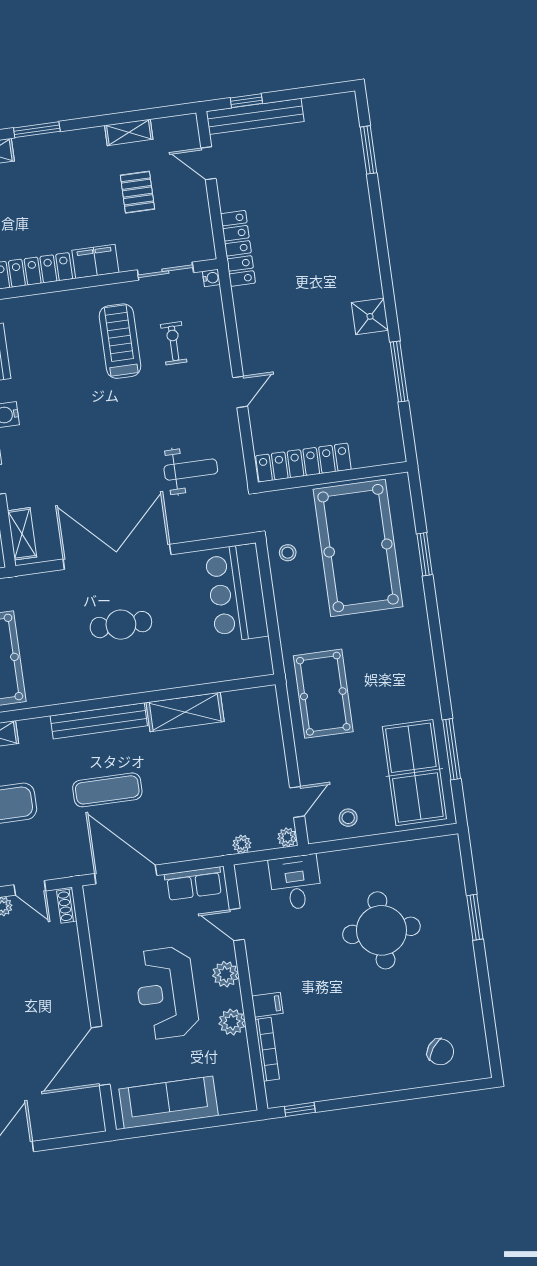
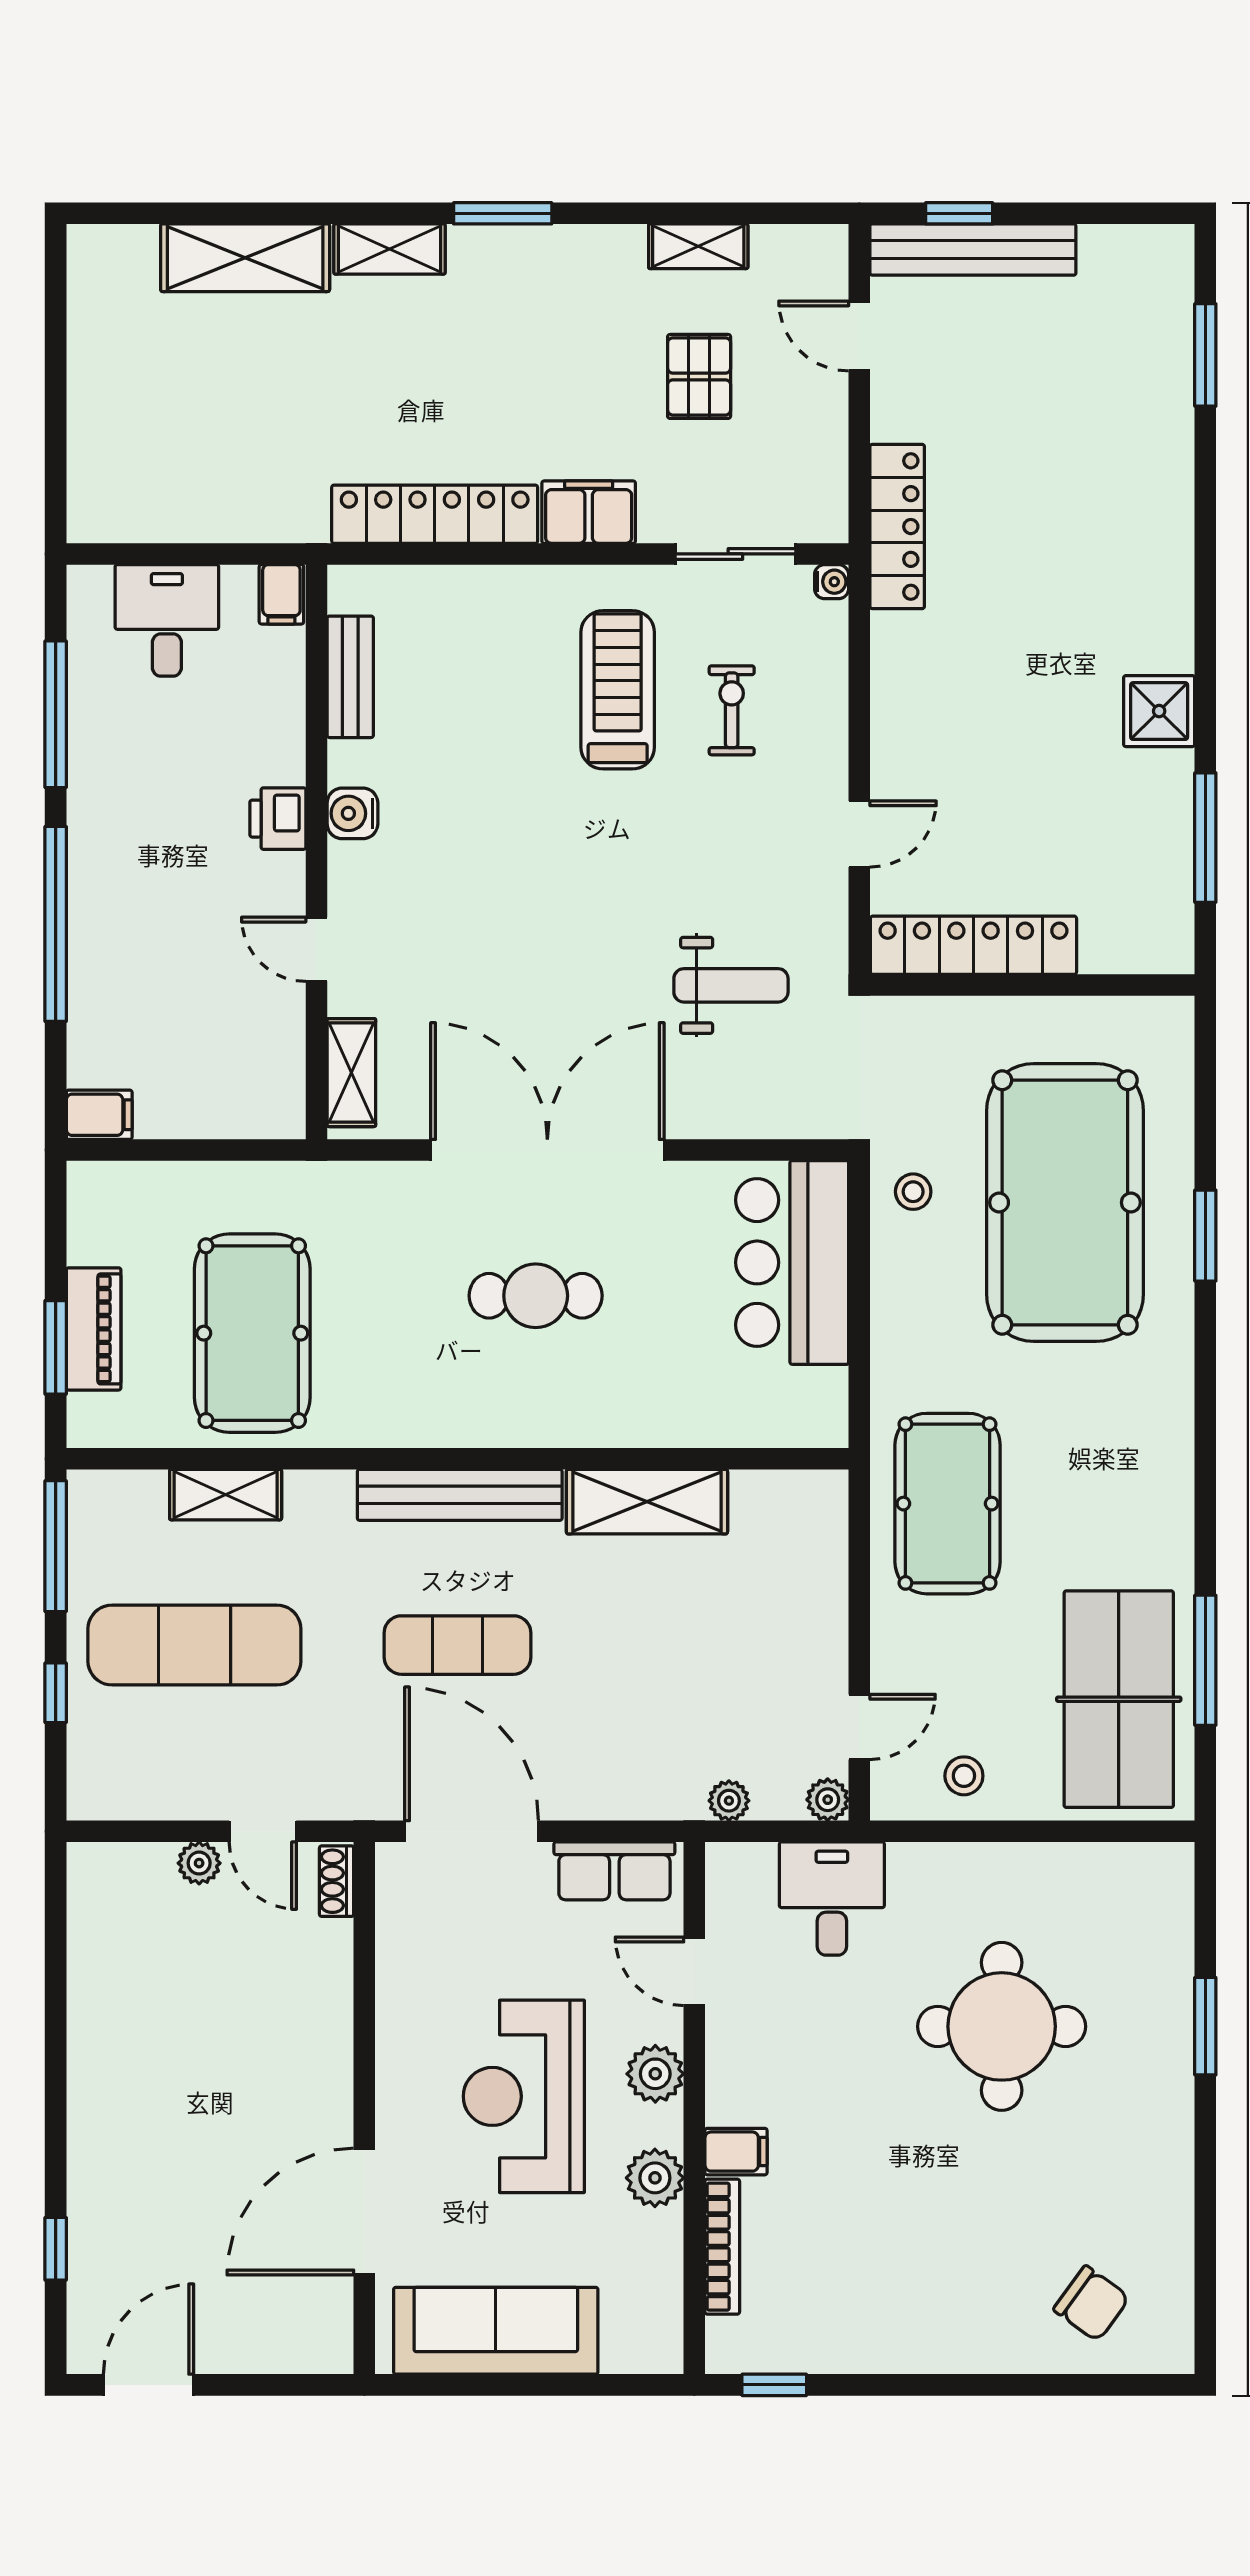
locker: (303, 463) -> (973, 945), moved
wall: (333, 477) -> (1032, 985), moved

